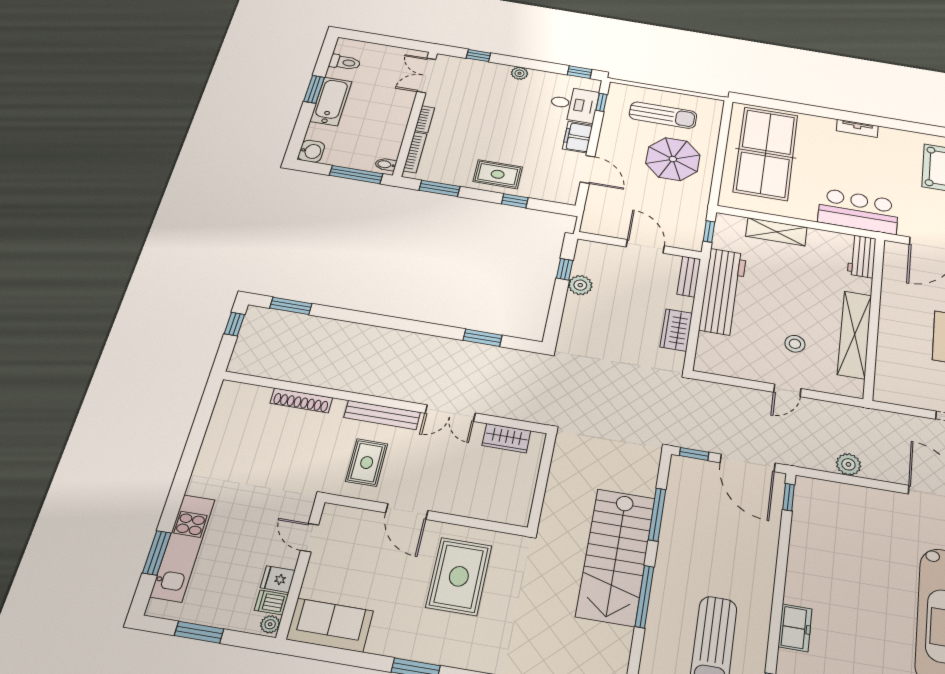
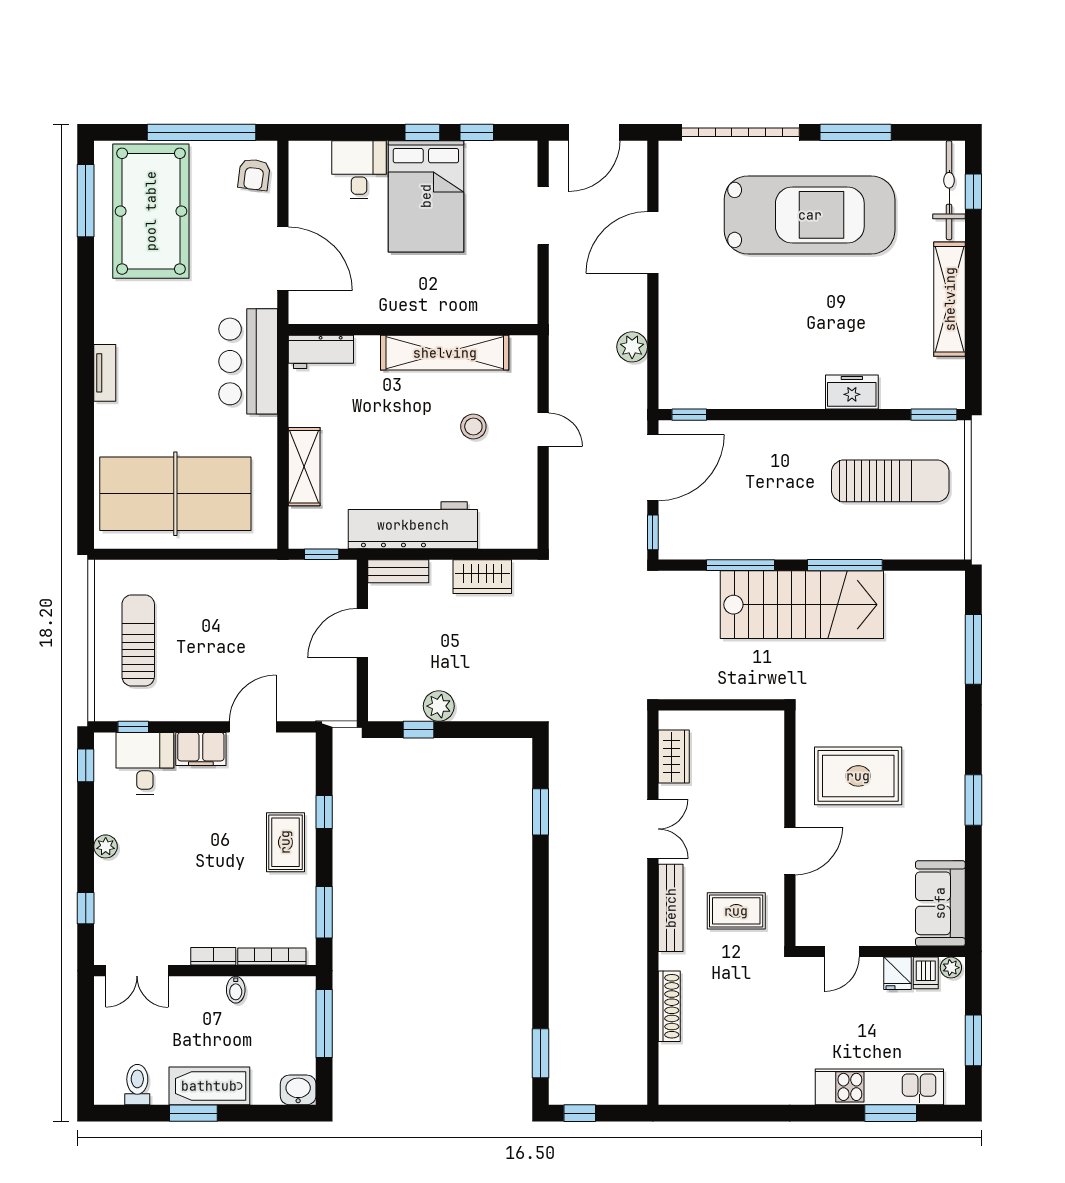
parasol: (673, 159) -> (212, 617), removed
bidet: (386, 164) -> (236, 990), moved

